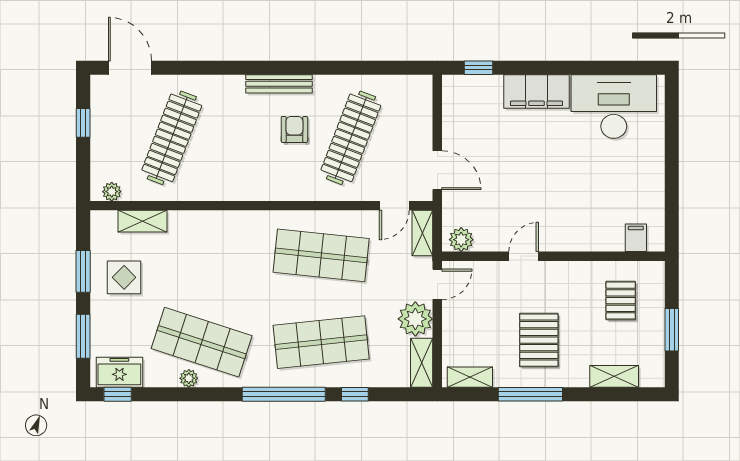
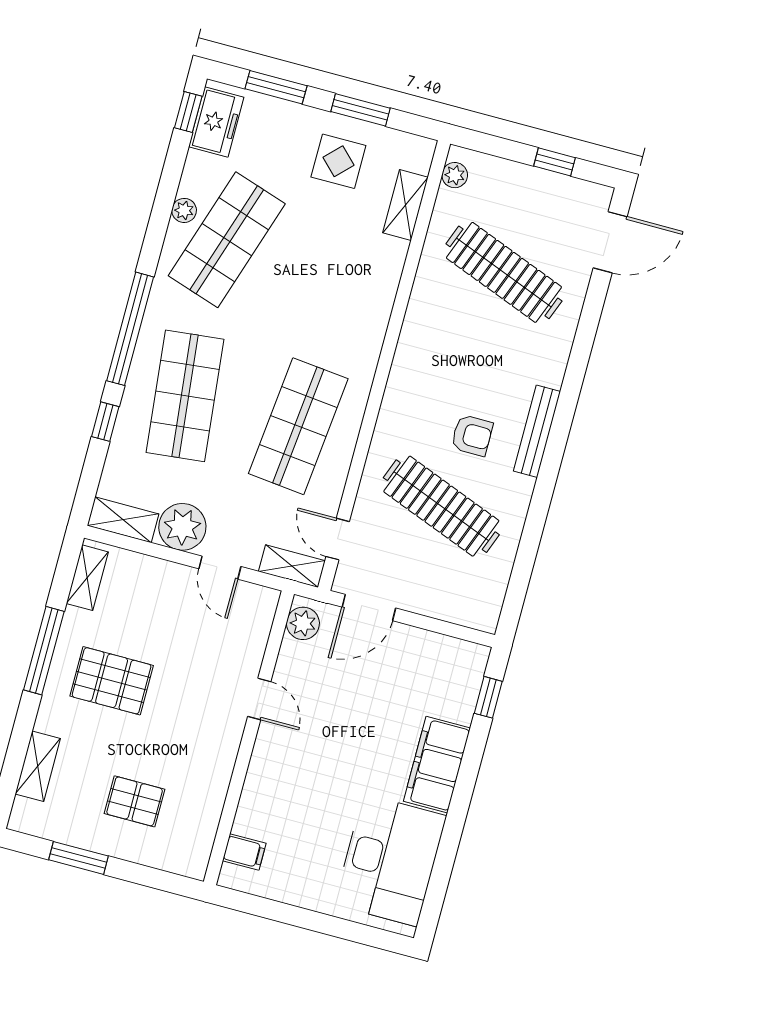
filing cabinet: (636, 238) -> (244, 852), moved
plant: (461, 240) -> (303, 623), moved
door: (524, 256) -> (259, 699), moved
wall: (553, 256) -> (249, 738), moved

